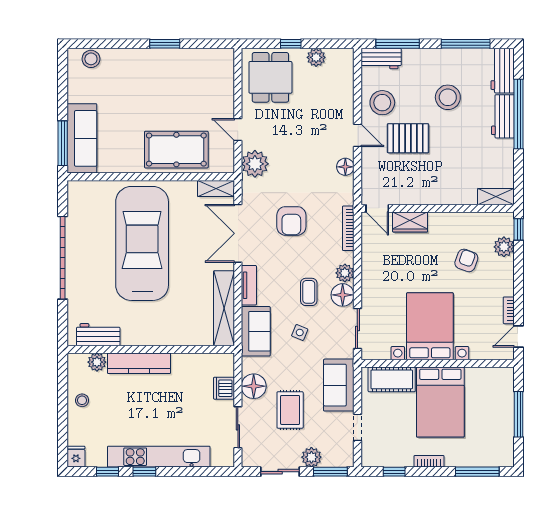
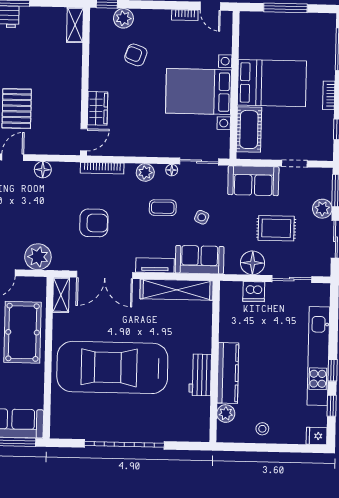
floor lamp: (343, 295) -> (172, 170), width x0.53, depth x0.53
workbench: (98, 335) -> (200, 375), moved

